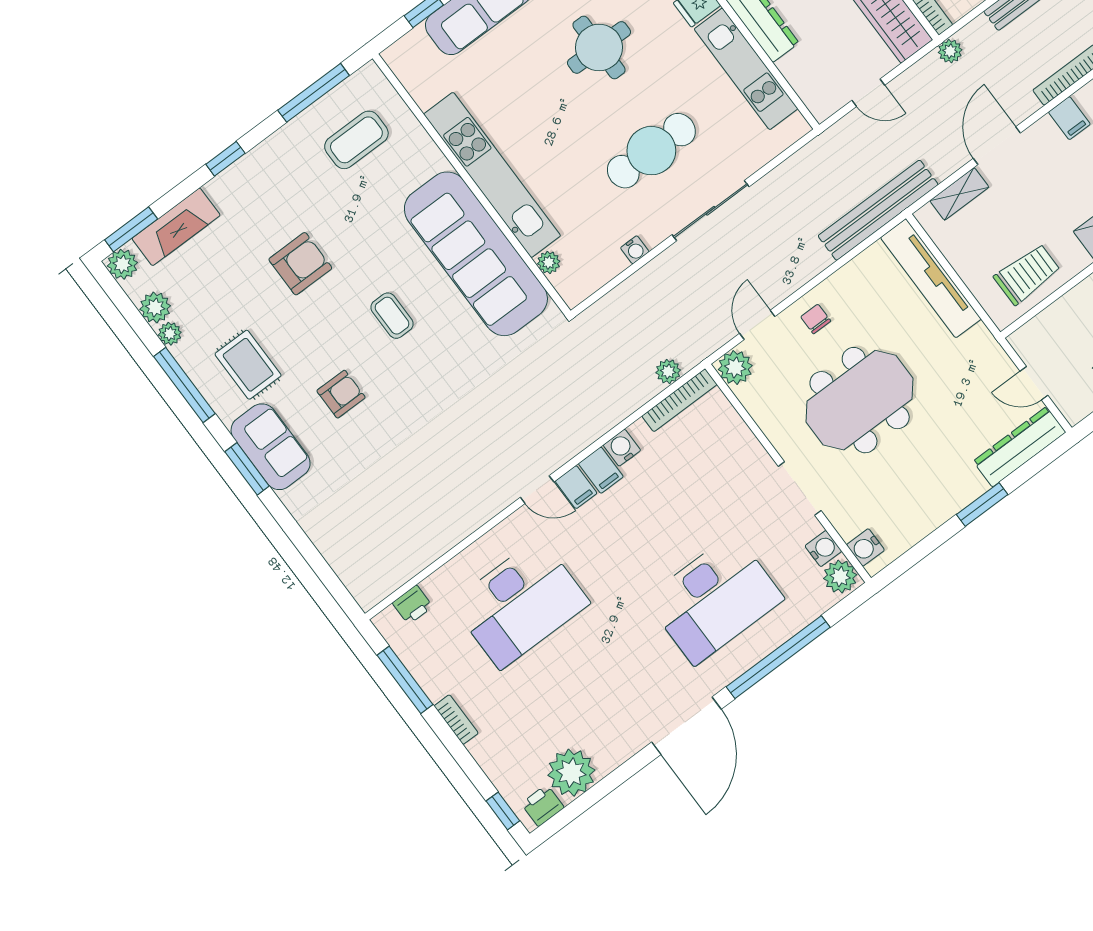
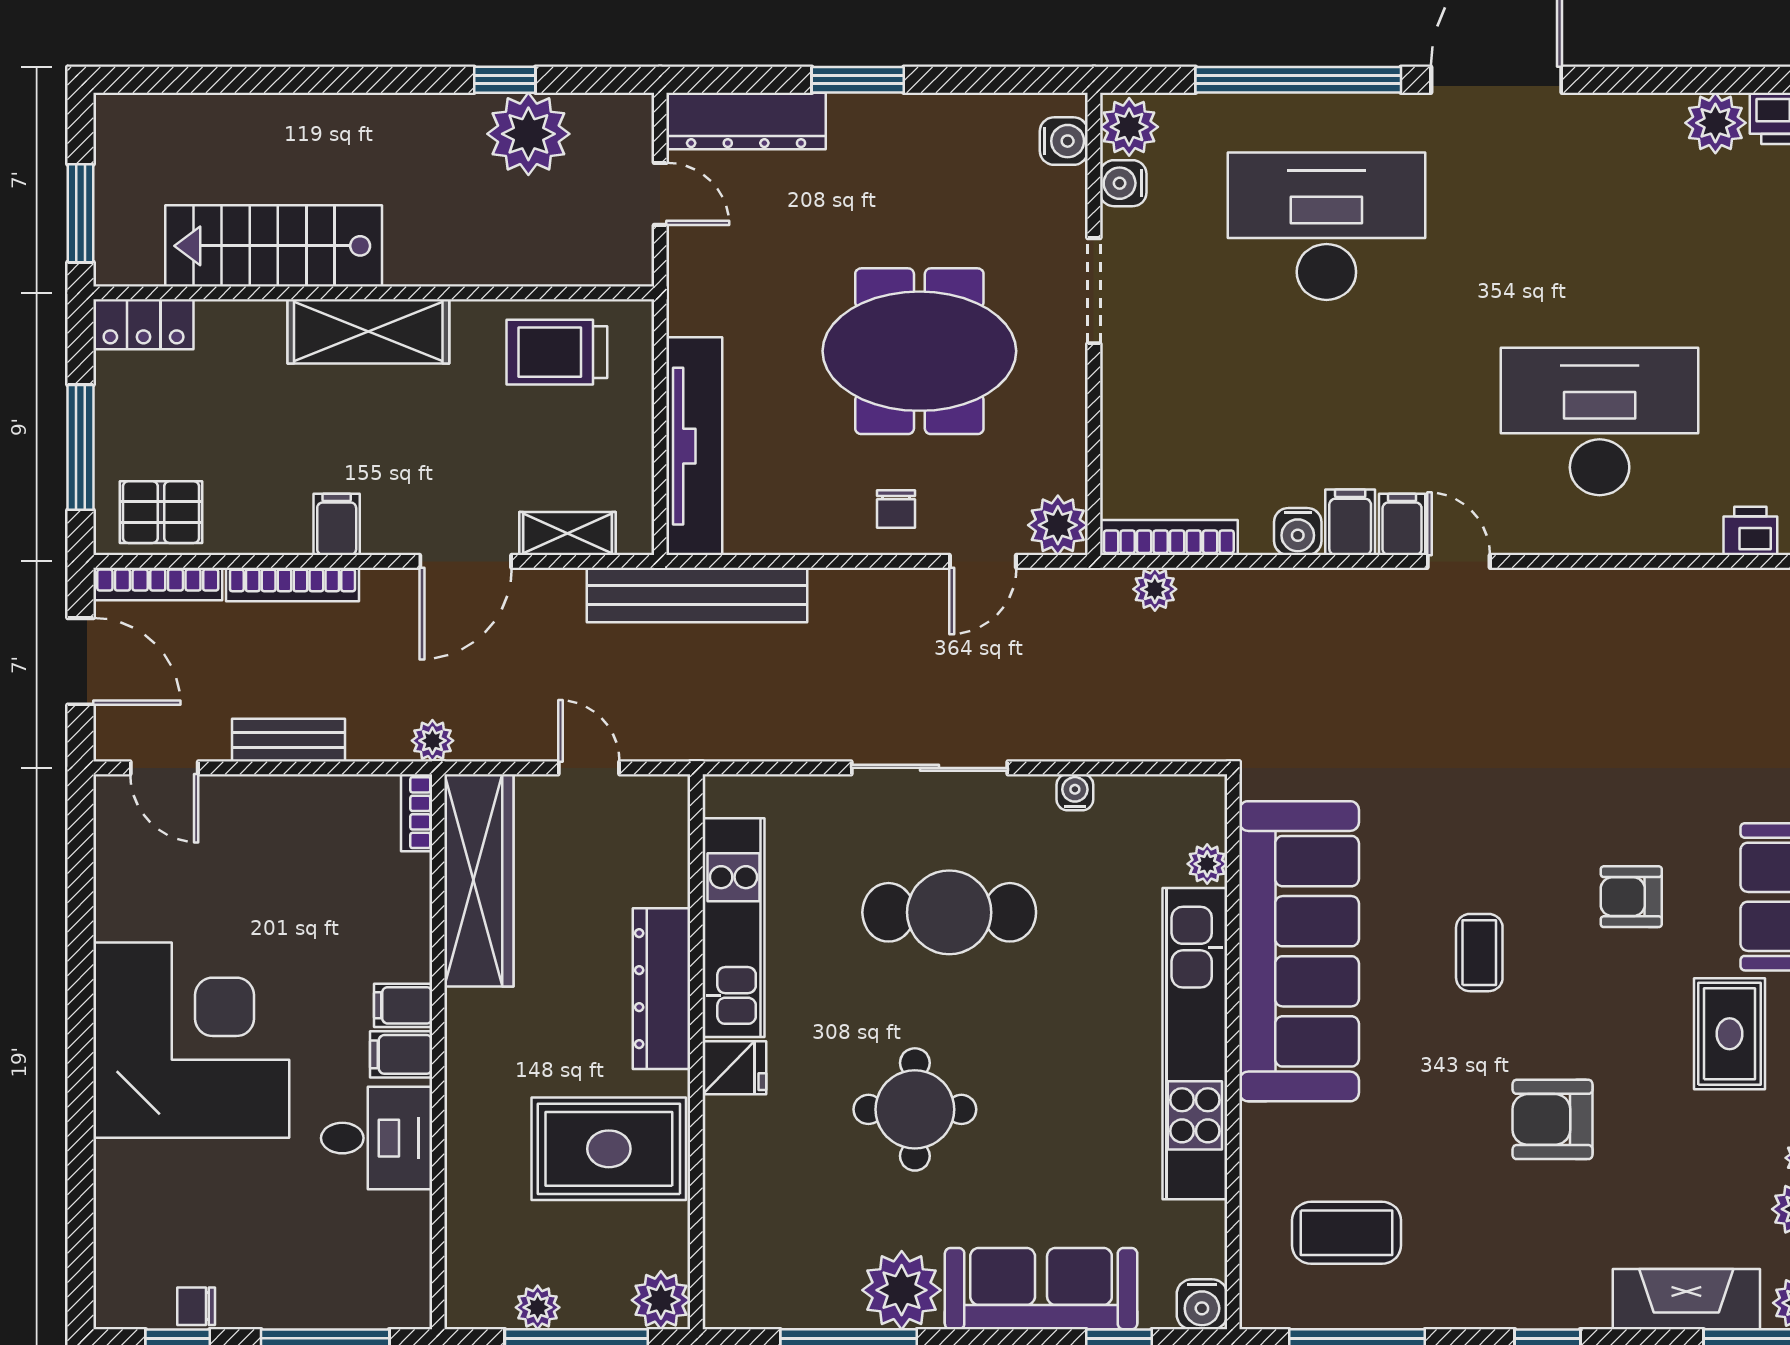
water cooler: (399, 57) -> (1202, 1304), added
plant: (571, 773) -> (1715, 123), width x0.73, depth x0.73

